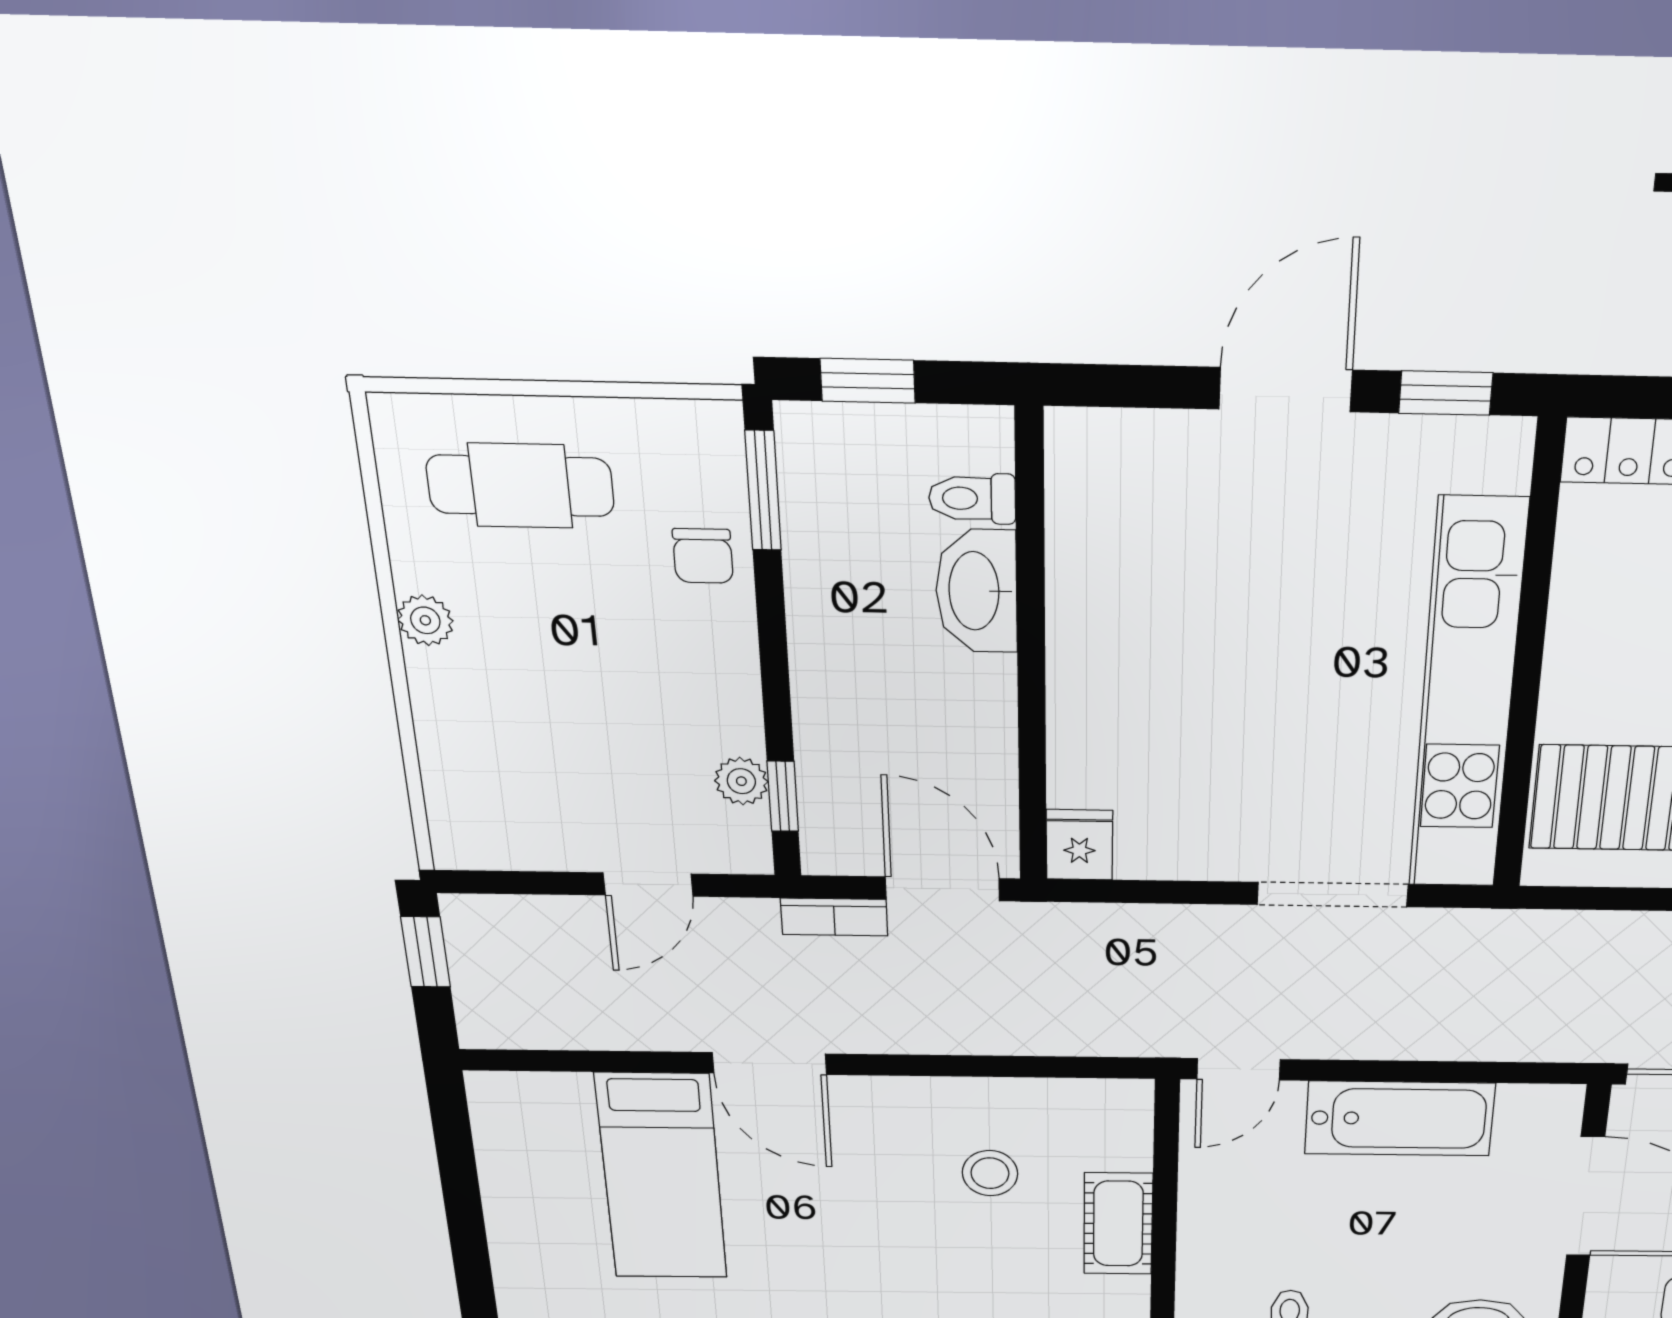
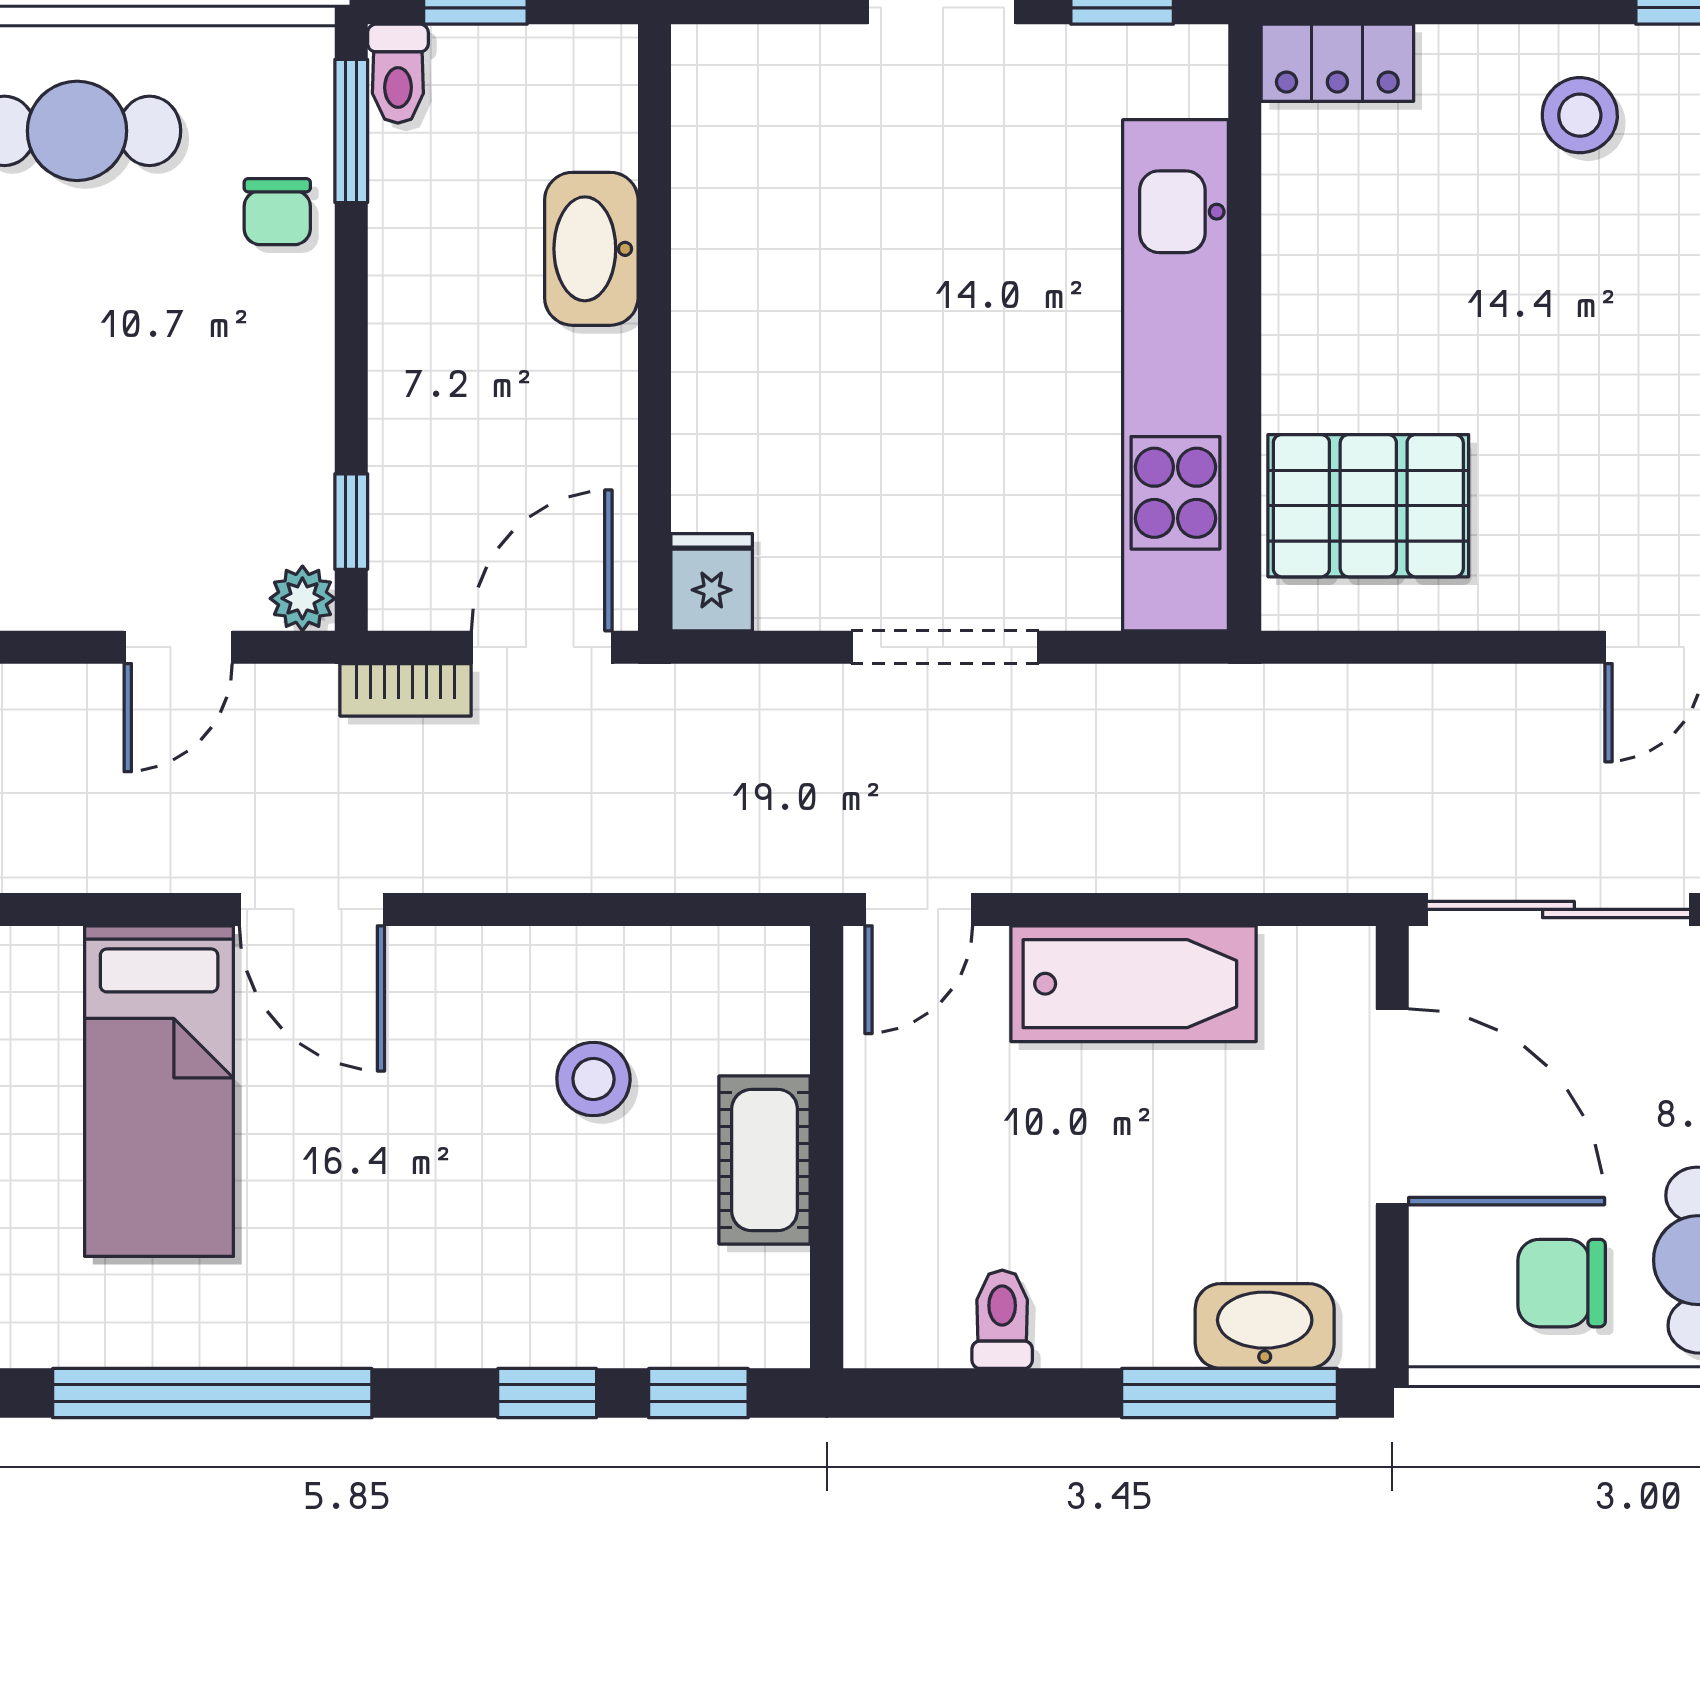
toilet: (972, 498) -> (398, 74), moved, turned -90
plant: (741, 781) -> (302, 598), moved
door: (942, 889) -> (542, 647), hinge flipped
doorway: (1333, 895) -> (945, 647), moved

